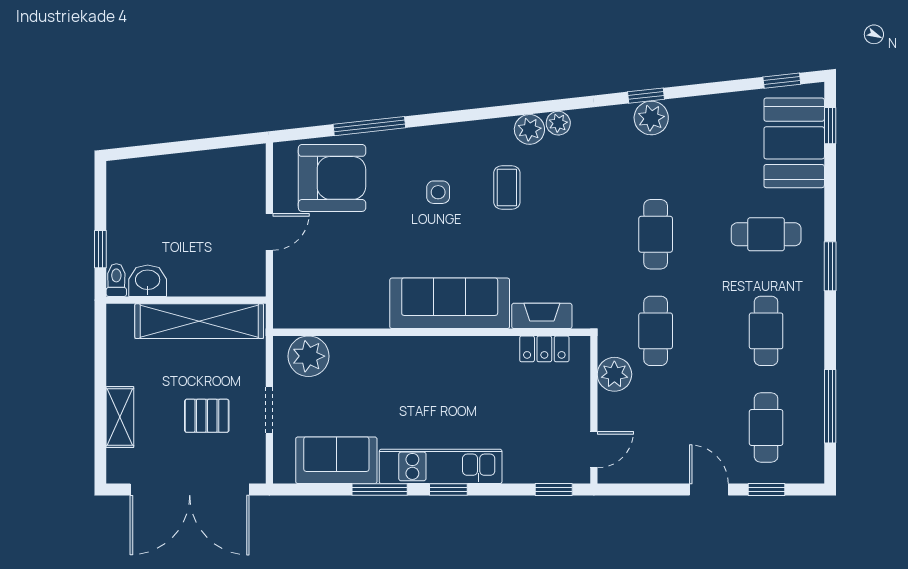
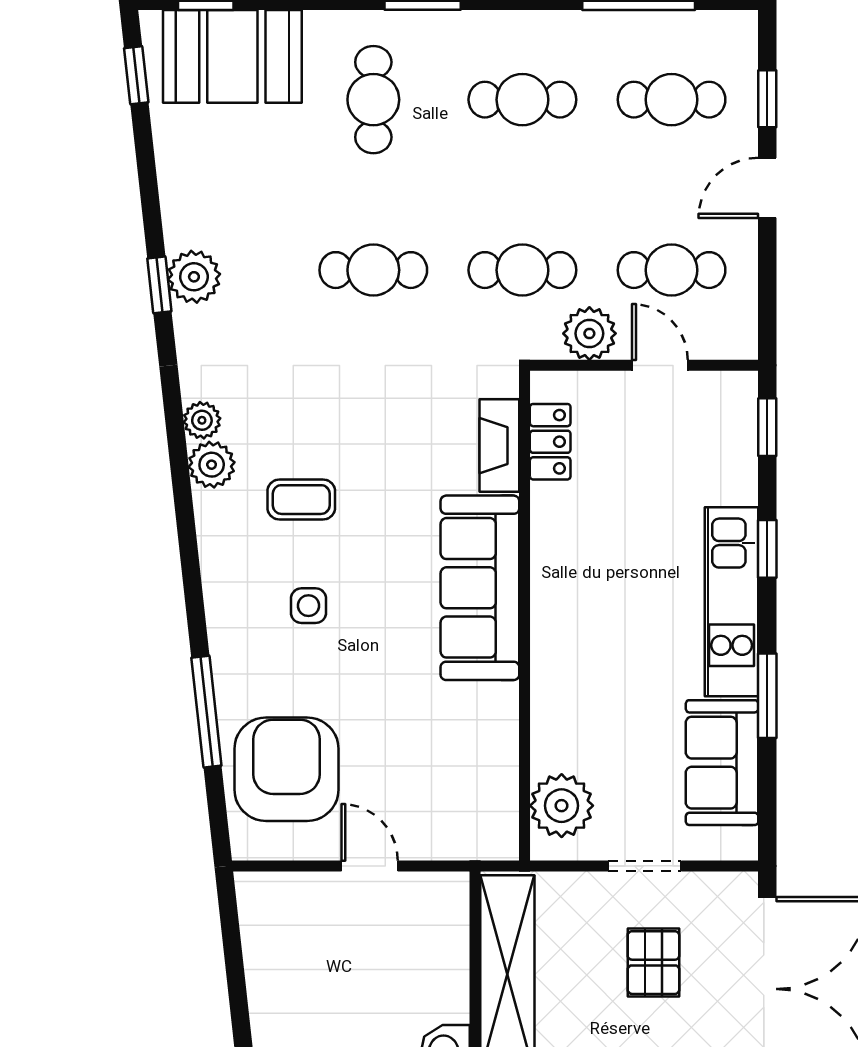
cafe table: (656, 428) -> (672, 270), added
door: (594, 450) -> (660, 365), moved
window: (448, 490) -> (767, 549), moved

